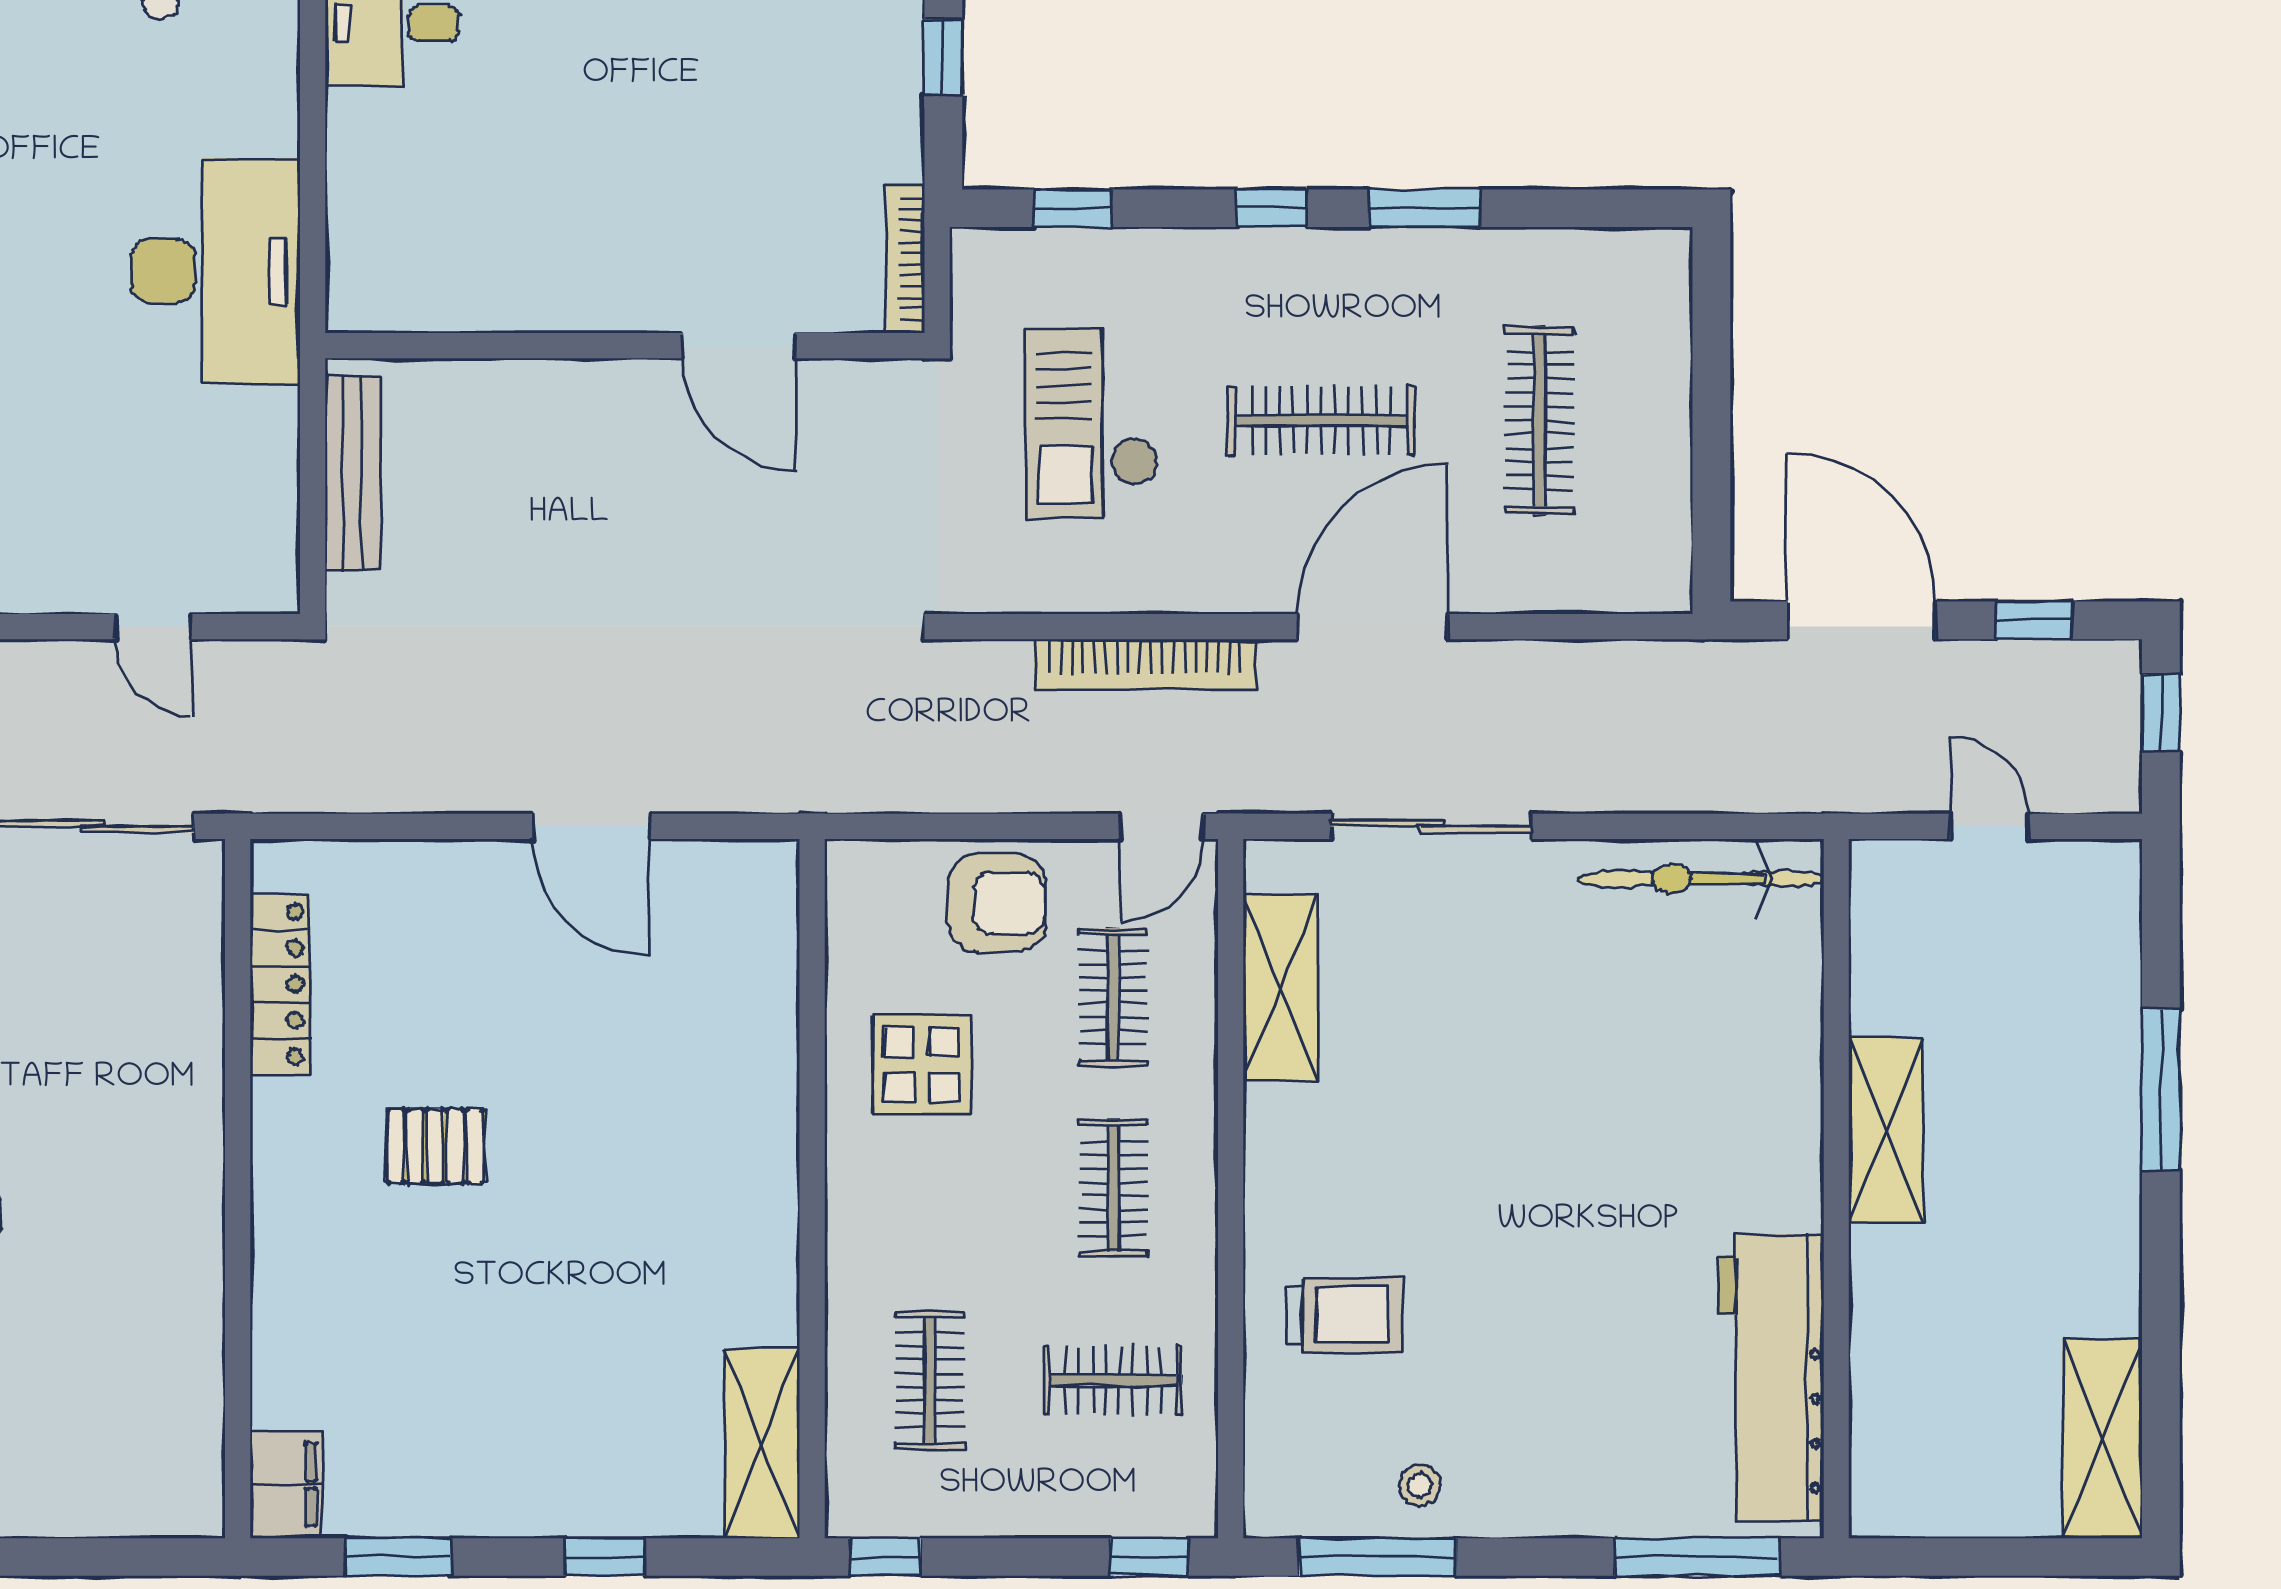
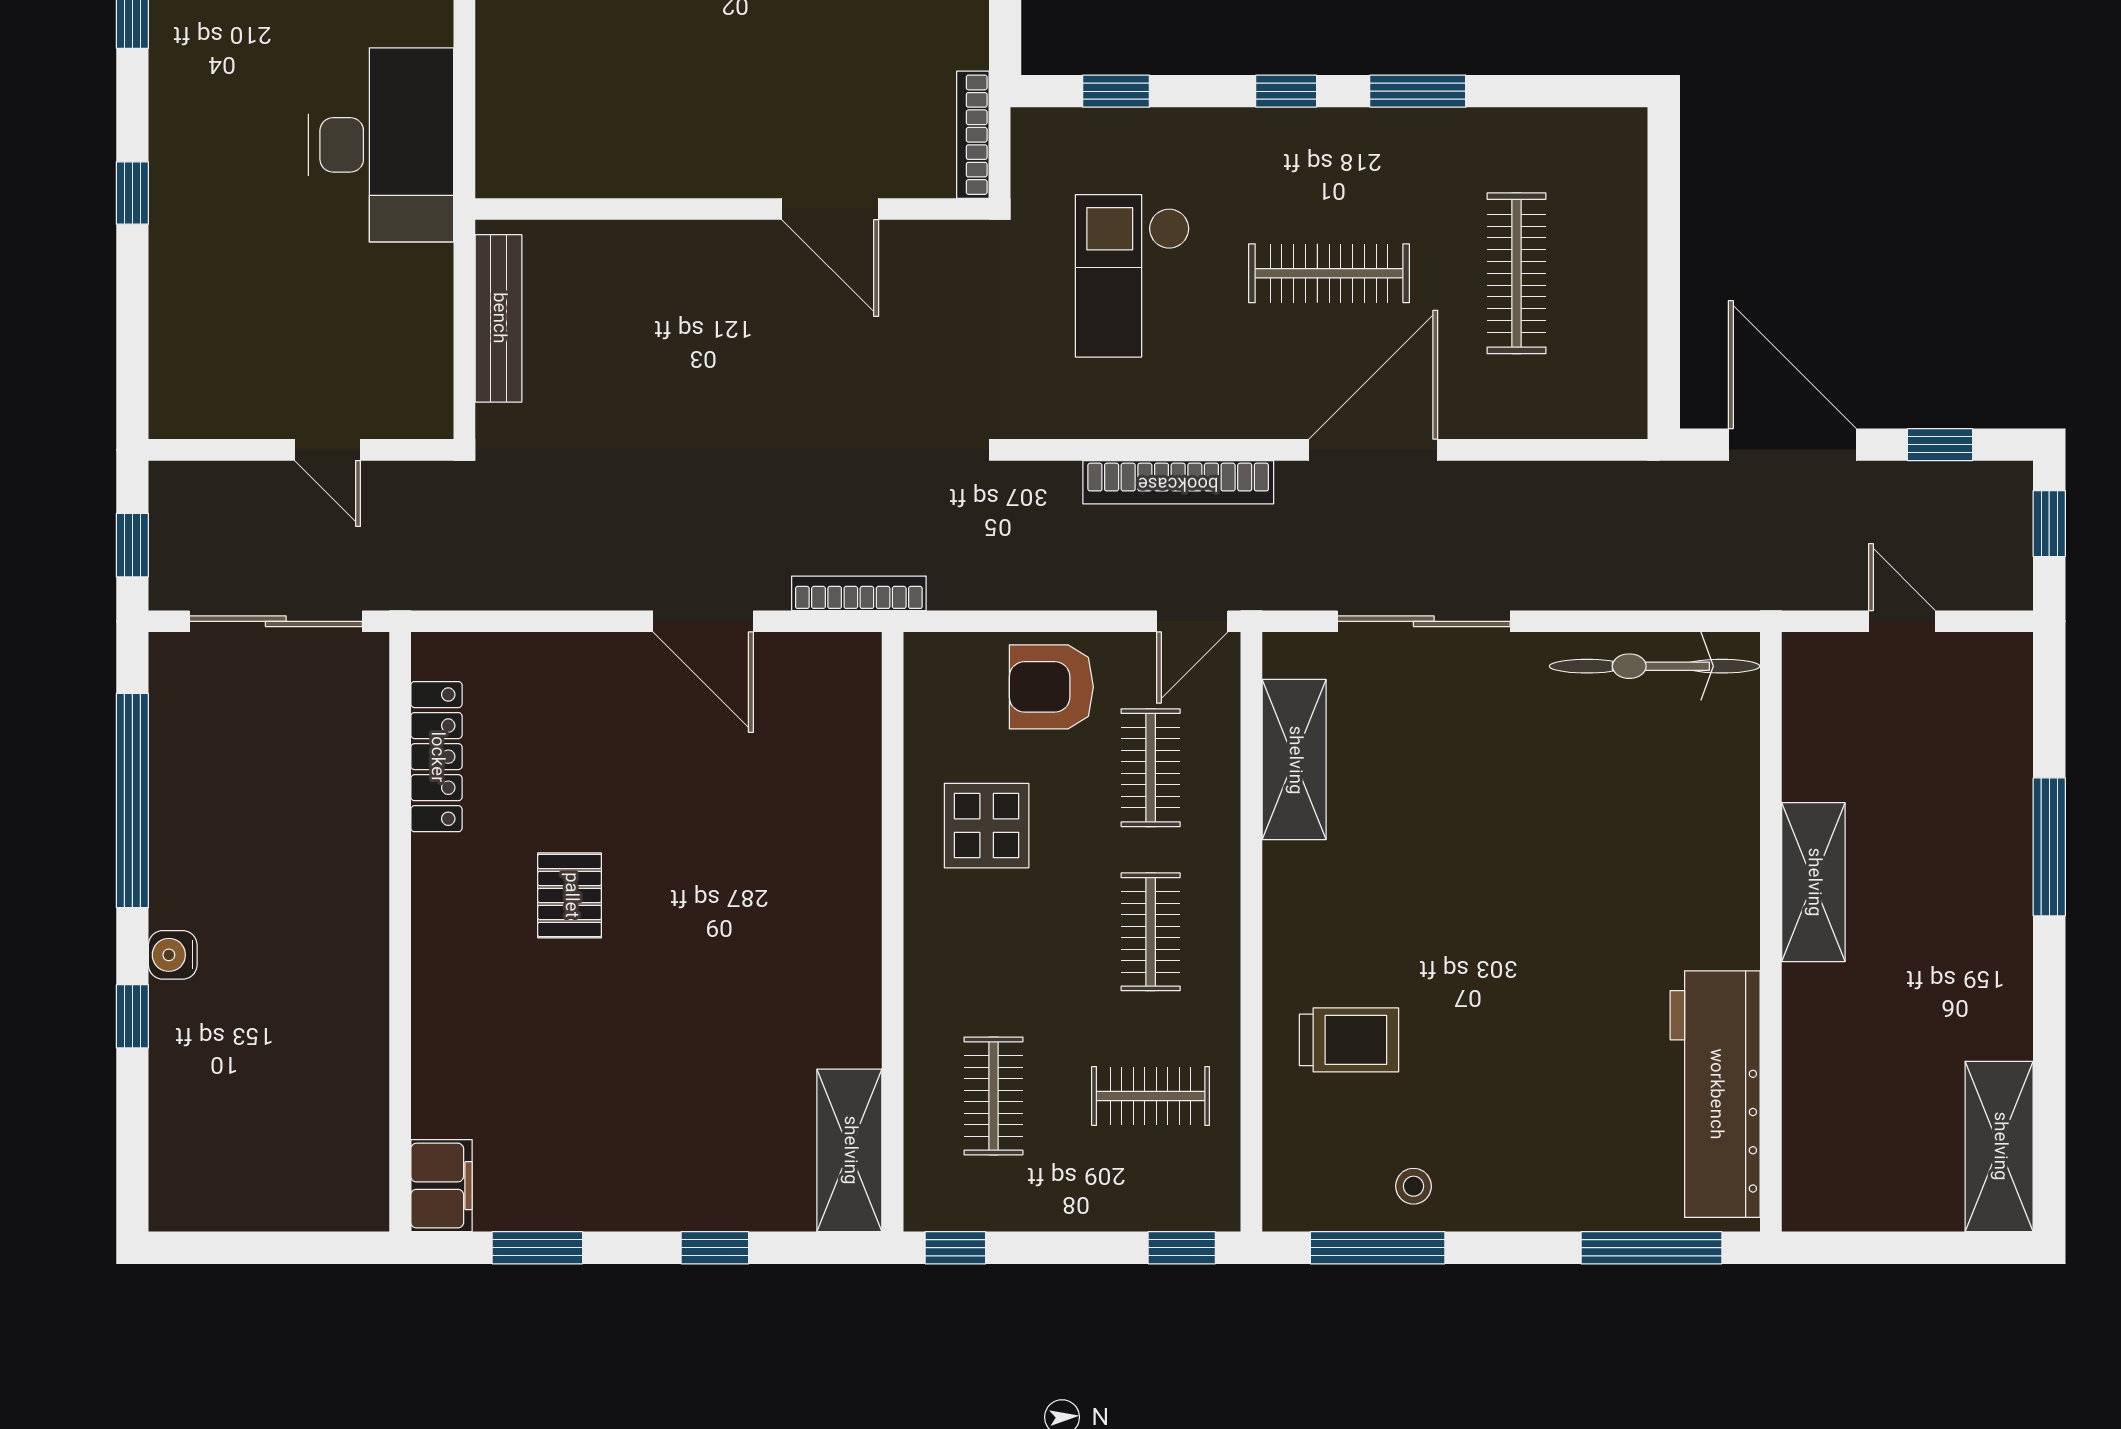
bookcase: (773, 794) -> (859, 593), added
armchair: (997, 903) -> (1051, 687), turned 180
pallet: (435, 1146) -> (570, 895), turned 90

